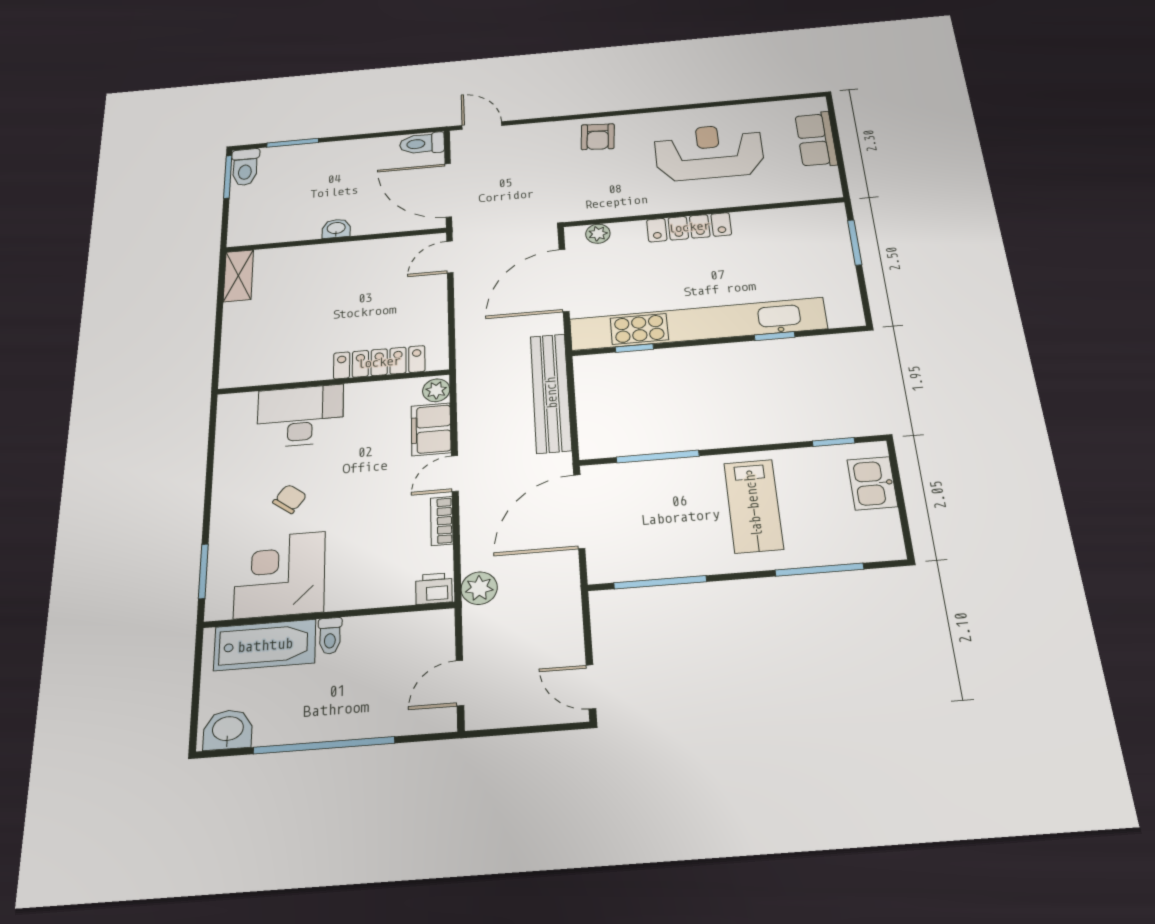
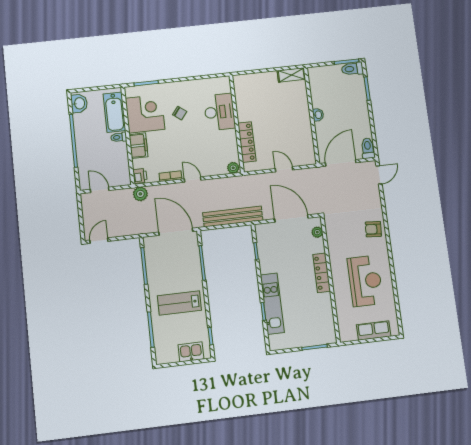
door: (450, 257) -> (284, 169), moved
kitchen unit: (698, 324) -> (272, 304), width x0.54
filing cabinet: (431, 429) -> (138, 146), moved, turned 90

